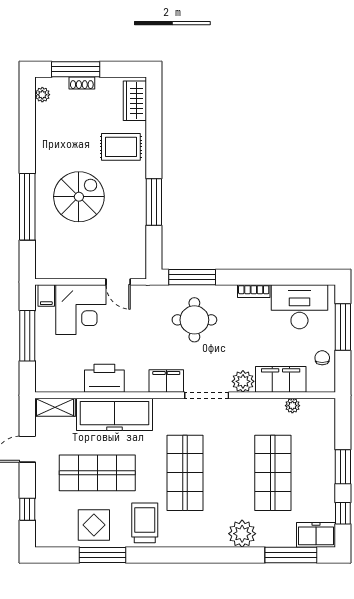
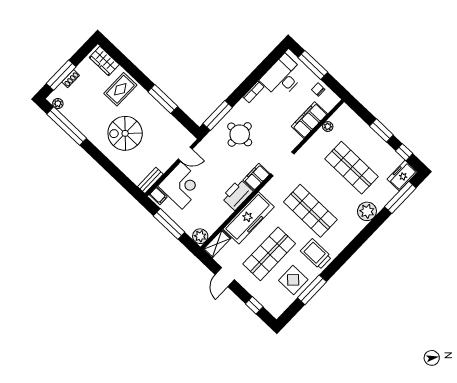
spiral stairs: (79, 197) -> (125, 133), turned -90
window: (27, 207) -> (67, 126), moved
bench: (55, 272) -> (150, 180), added
printer: (104, 378) -> (237, 195), moved
plant: (243, 381) -> (200, 236), moved

